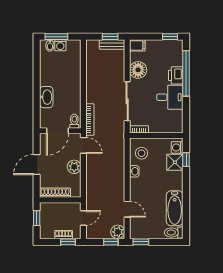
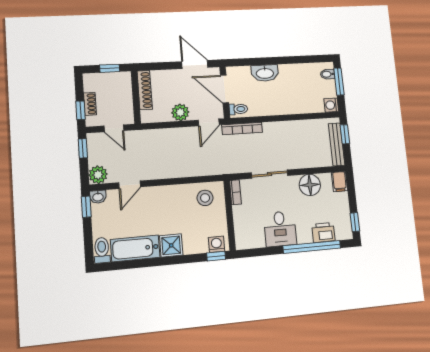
window: (110, 37) -> (345, 134), moved
bench: (112, 44) -> (337, 144), width x1.36
washing machine: (60, 45) -> (331, 105), moved
printer: (176, 75) -> (323, 232), moved
sliding door: (127, 101) -> (269, 174), width x0.73
window: (186, 160) -> (216, 256), moved
shower: (175, 162) -> (171, 245), moved
door: (37, 165) -> (195, 64), moved
washbasin: (134, 171) -> (98, 197), moved
window: (111, 242) -> (83, 148), moved

